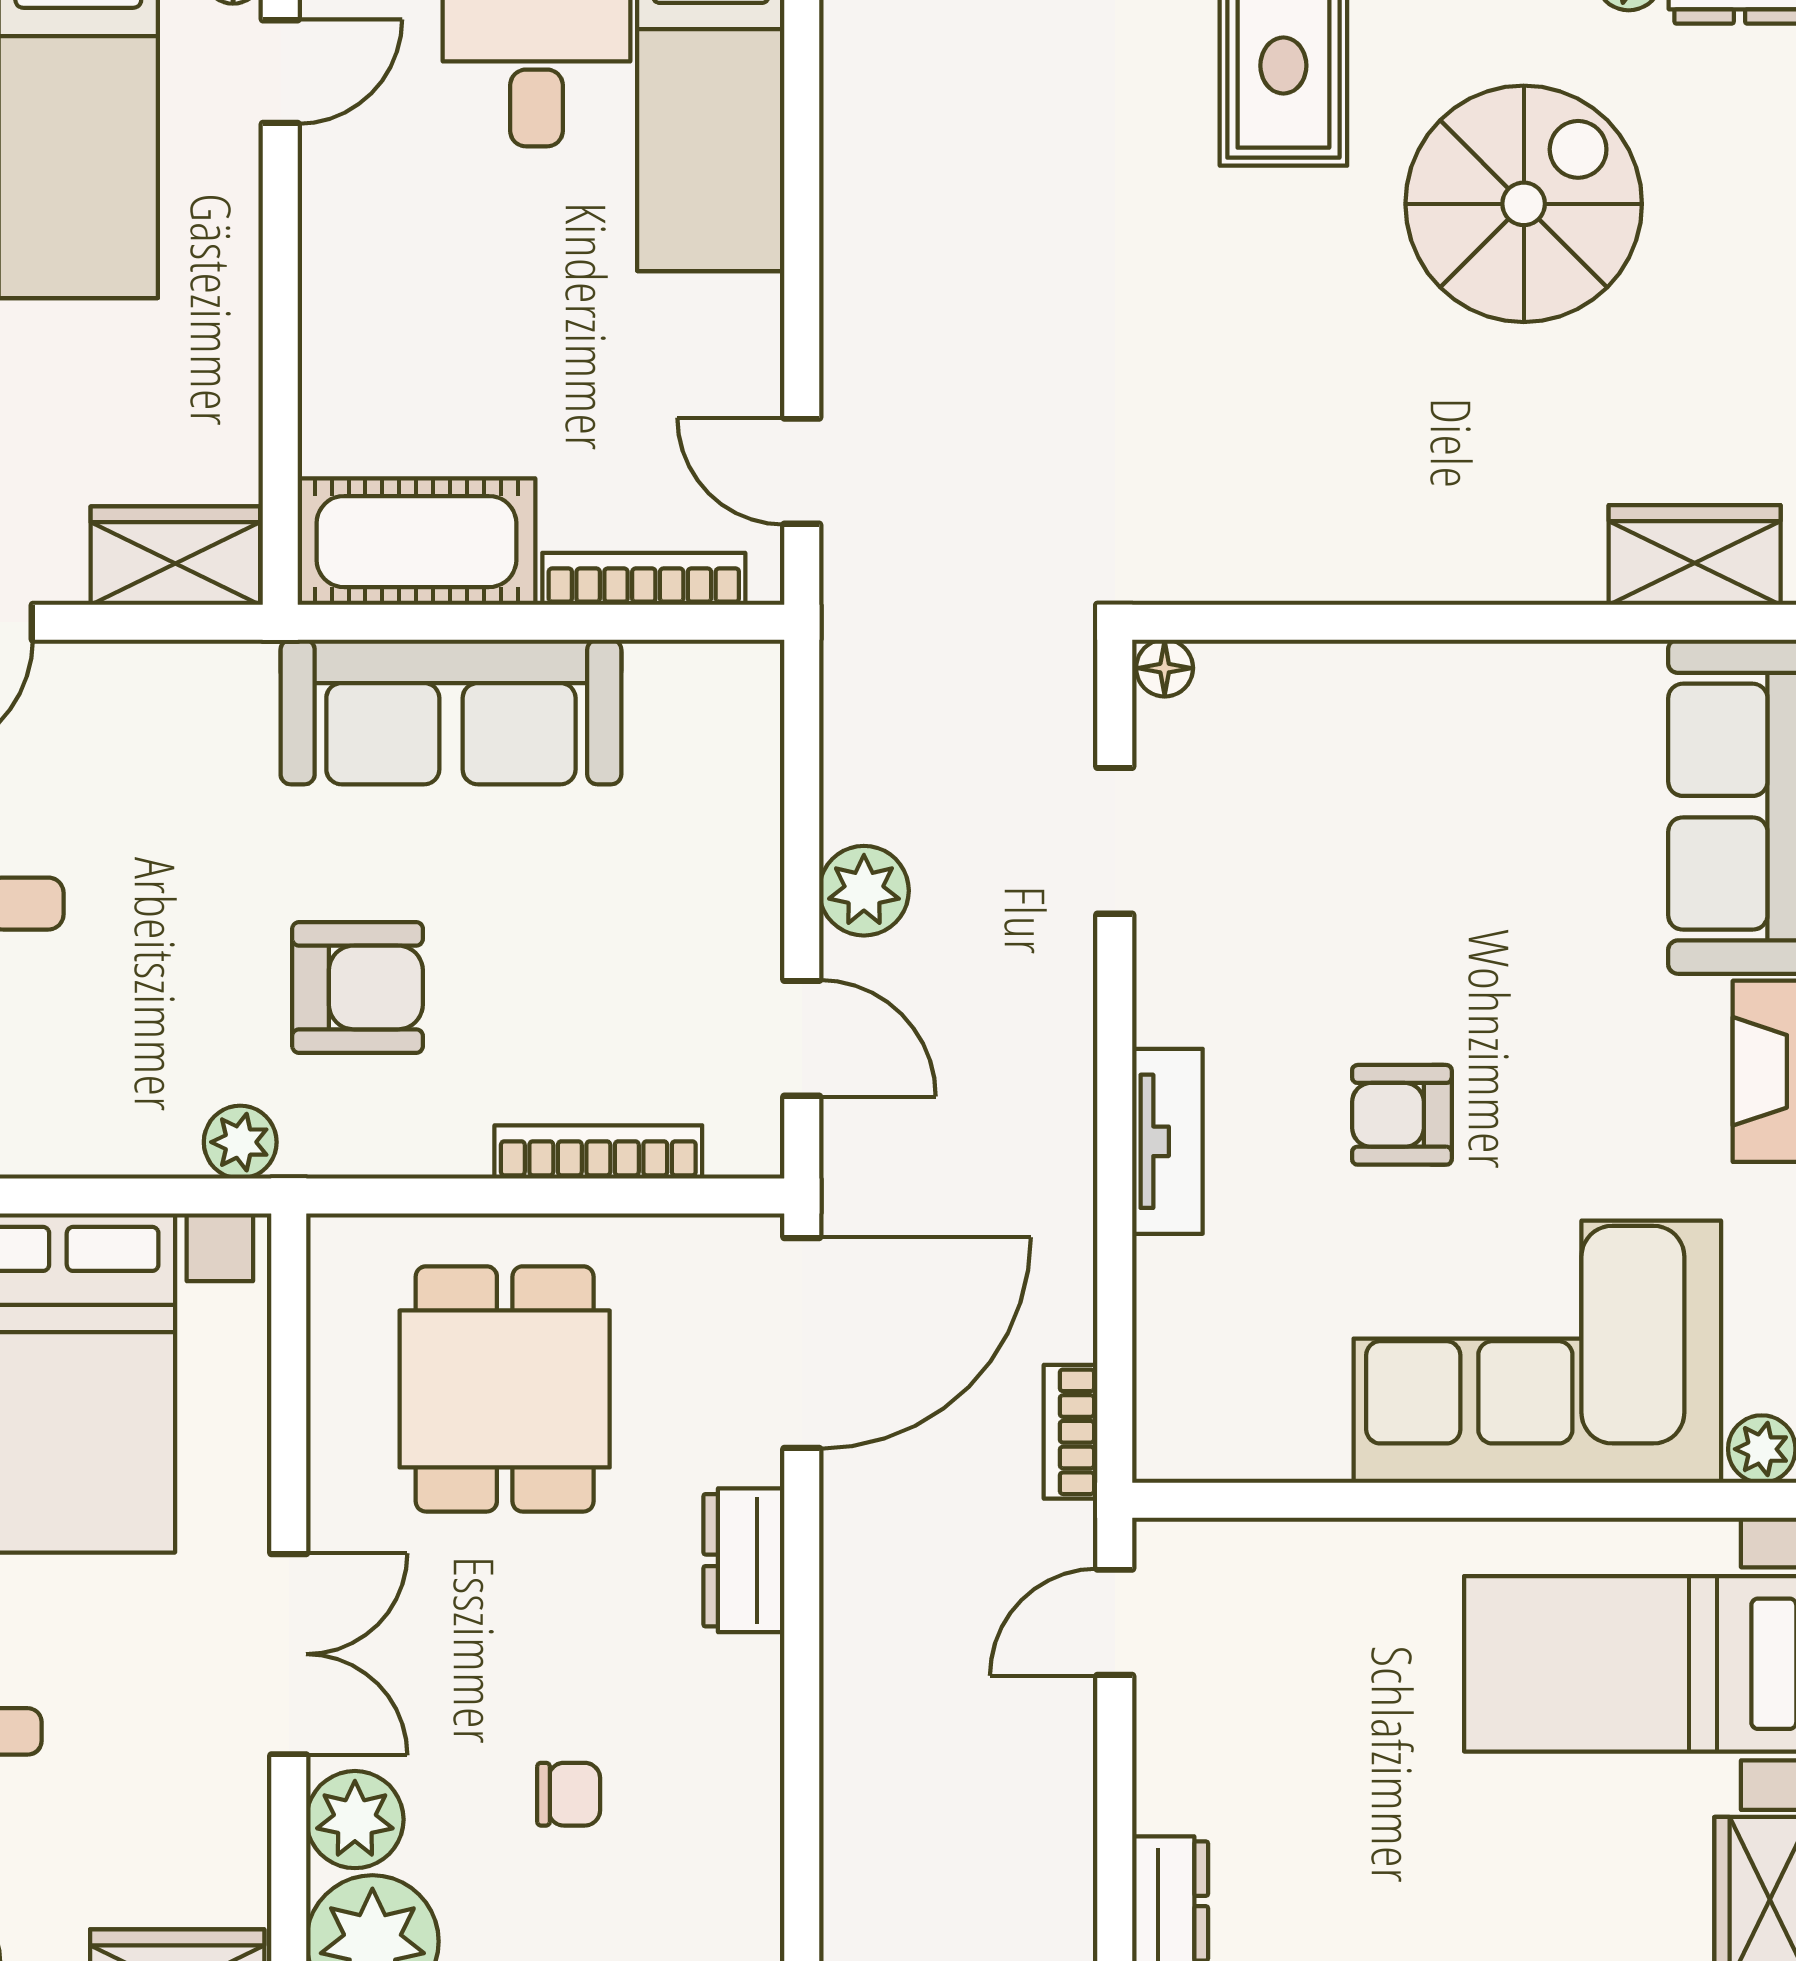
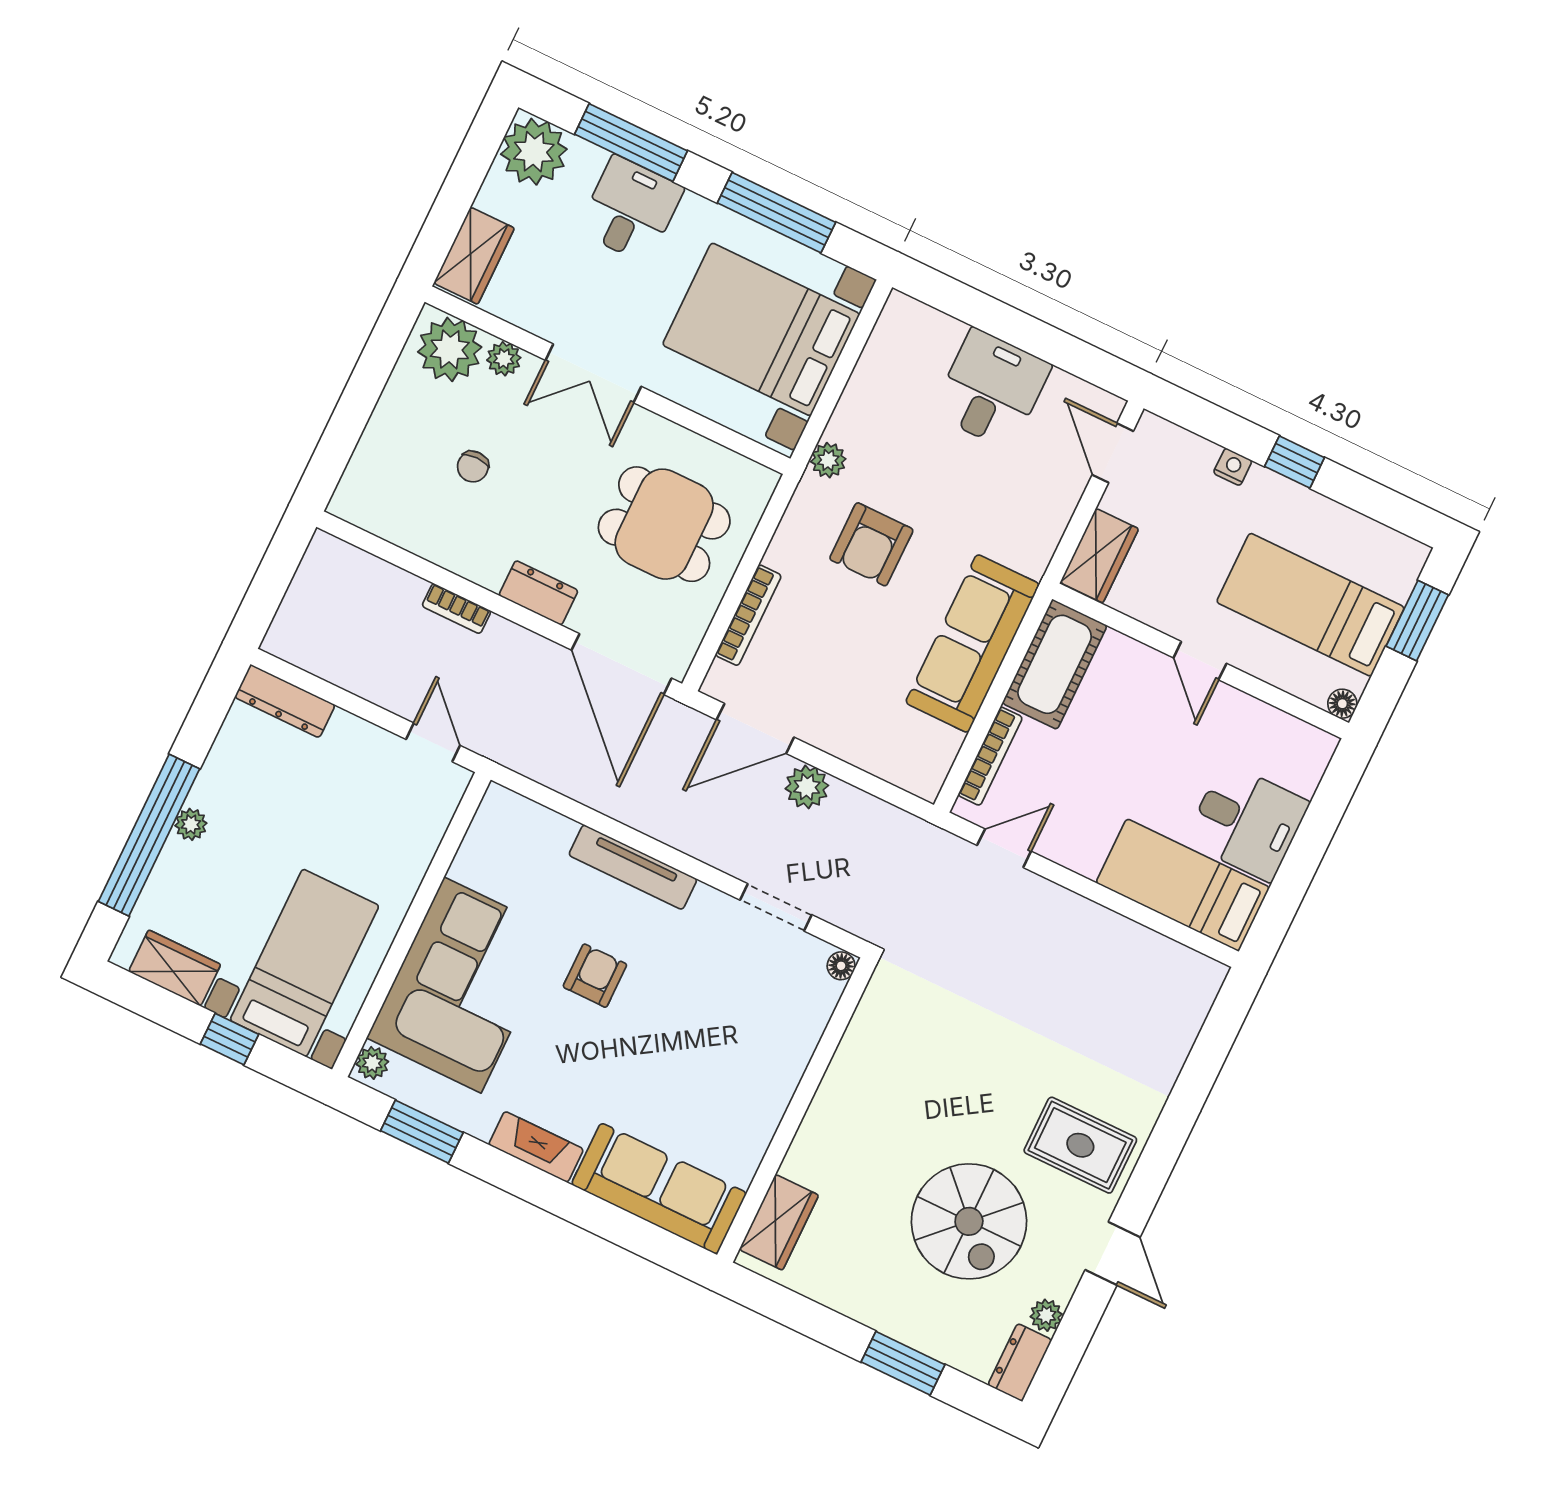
door: (280, 72) -> (1200, 661), moved
door: (802, 1038) -> (755, 728), width x1.38
tv unit: (1167, 1141) -> (633, 867), width x1.41
bookcase: (1070, 1432) -> (456, 609), moved, turned 180
plant: (355, 1820) -> (504, 359), width x0.73, depth x0.73

